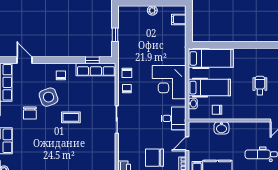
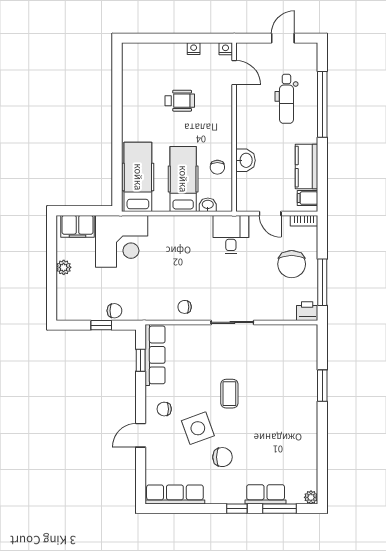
filing cabinet: (179, 19) -> (77, 226), width x2.00
door: (24, 60) -> (141, 435), moved
chair: (127, 73) -> (114, 311), moved
corner desk: (169, 82) -> (122, 241), moved
wheelchair: (260, 85) -> (180, 101), turned 180

